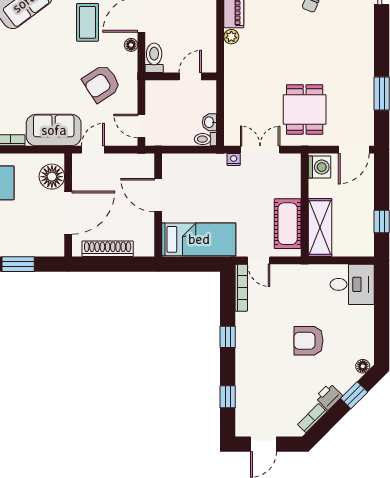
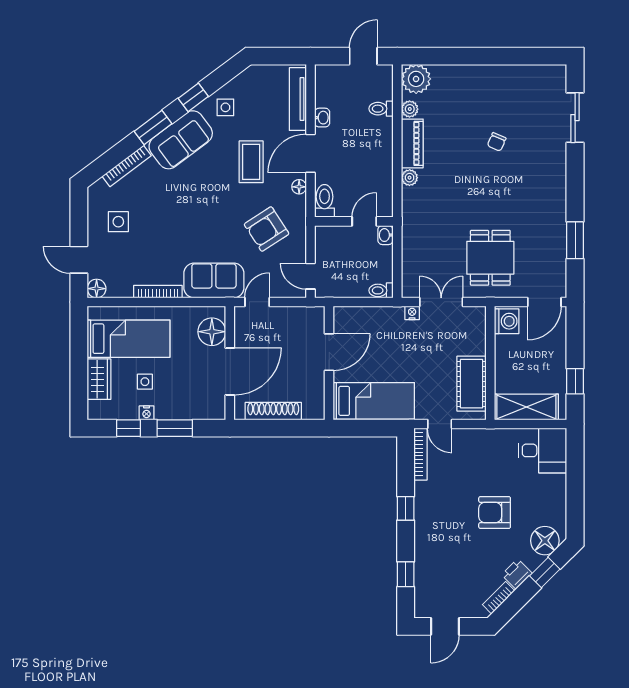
washbasin: (209, 122) -> (385, 235), moved
door: (158, 195) -> (329, 352), swing flipped
shelving: (320, 227) -> (526, 407), moved, turned 90
floor lamp: (363, 366) -> (545, 541), width x1.89, depth x1.89

